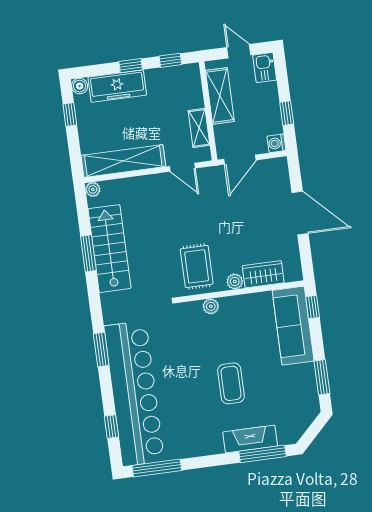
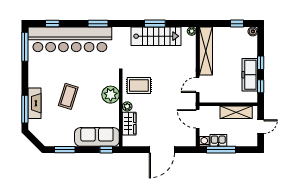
kitchen sink: (265, 68) -> (218, 140), moved
freezer: (117, 86) -> (250, 75), moved
window: (287, 113) -> (221, 150), width x2.17
shelving: (199, 128) -> (219, 98), removed
plant: (211, 306) -> (111, 95), width x1.87, depth x1.87
coffee table: (231, 383) -> (68, 96), turned -73

